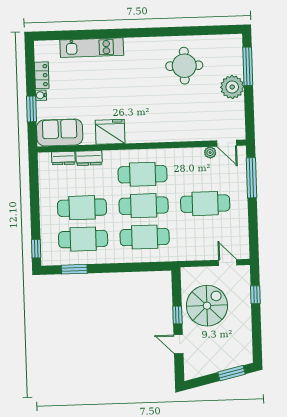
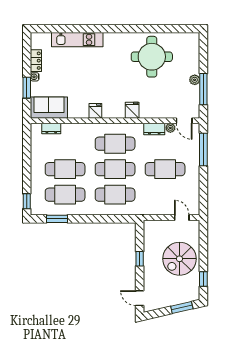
round table: (184, 66) -> (152, 57), width x1.36, depth x1.36
window: (248, 66) -> (203, 89), moved
plant: (232, 87) -> (195, 80), width x0.53, depth x0.53
fridge: (110, 132) -> (95, 111), width x0.53, depth x0.75
fridge: (162, 132) -> (132, 110), added
dresser: (89, 158) -> (154, 129), moved
window: (255, 295) -> (203, 279), moved
spiral stairs: (207, 306) -> (179, 259), moved, turned 180
door: (178, 344) -> (140, 298), moved

